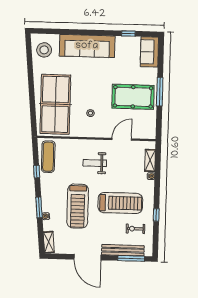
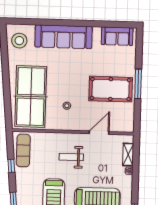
window: (128, 33) -> (106, 24), removed
sofa: (149, 52) -> (117, 36), moved, turned -90

